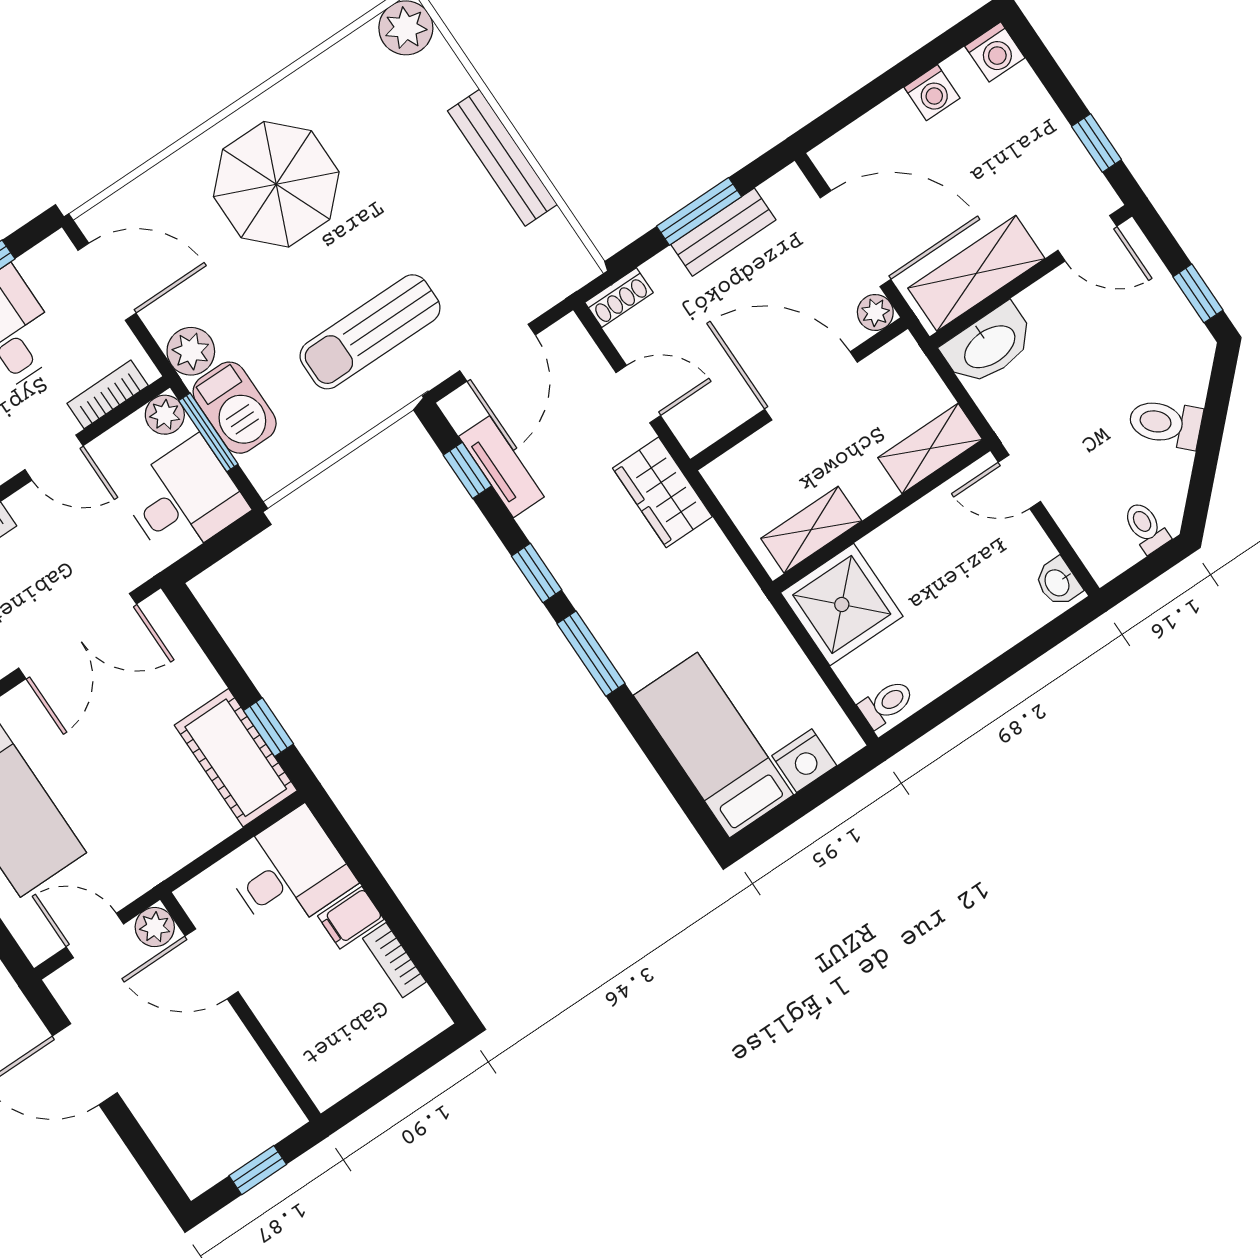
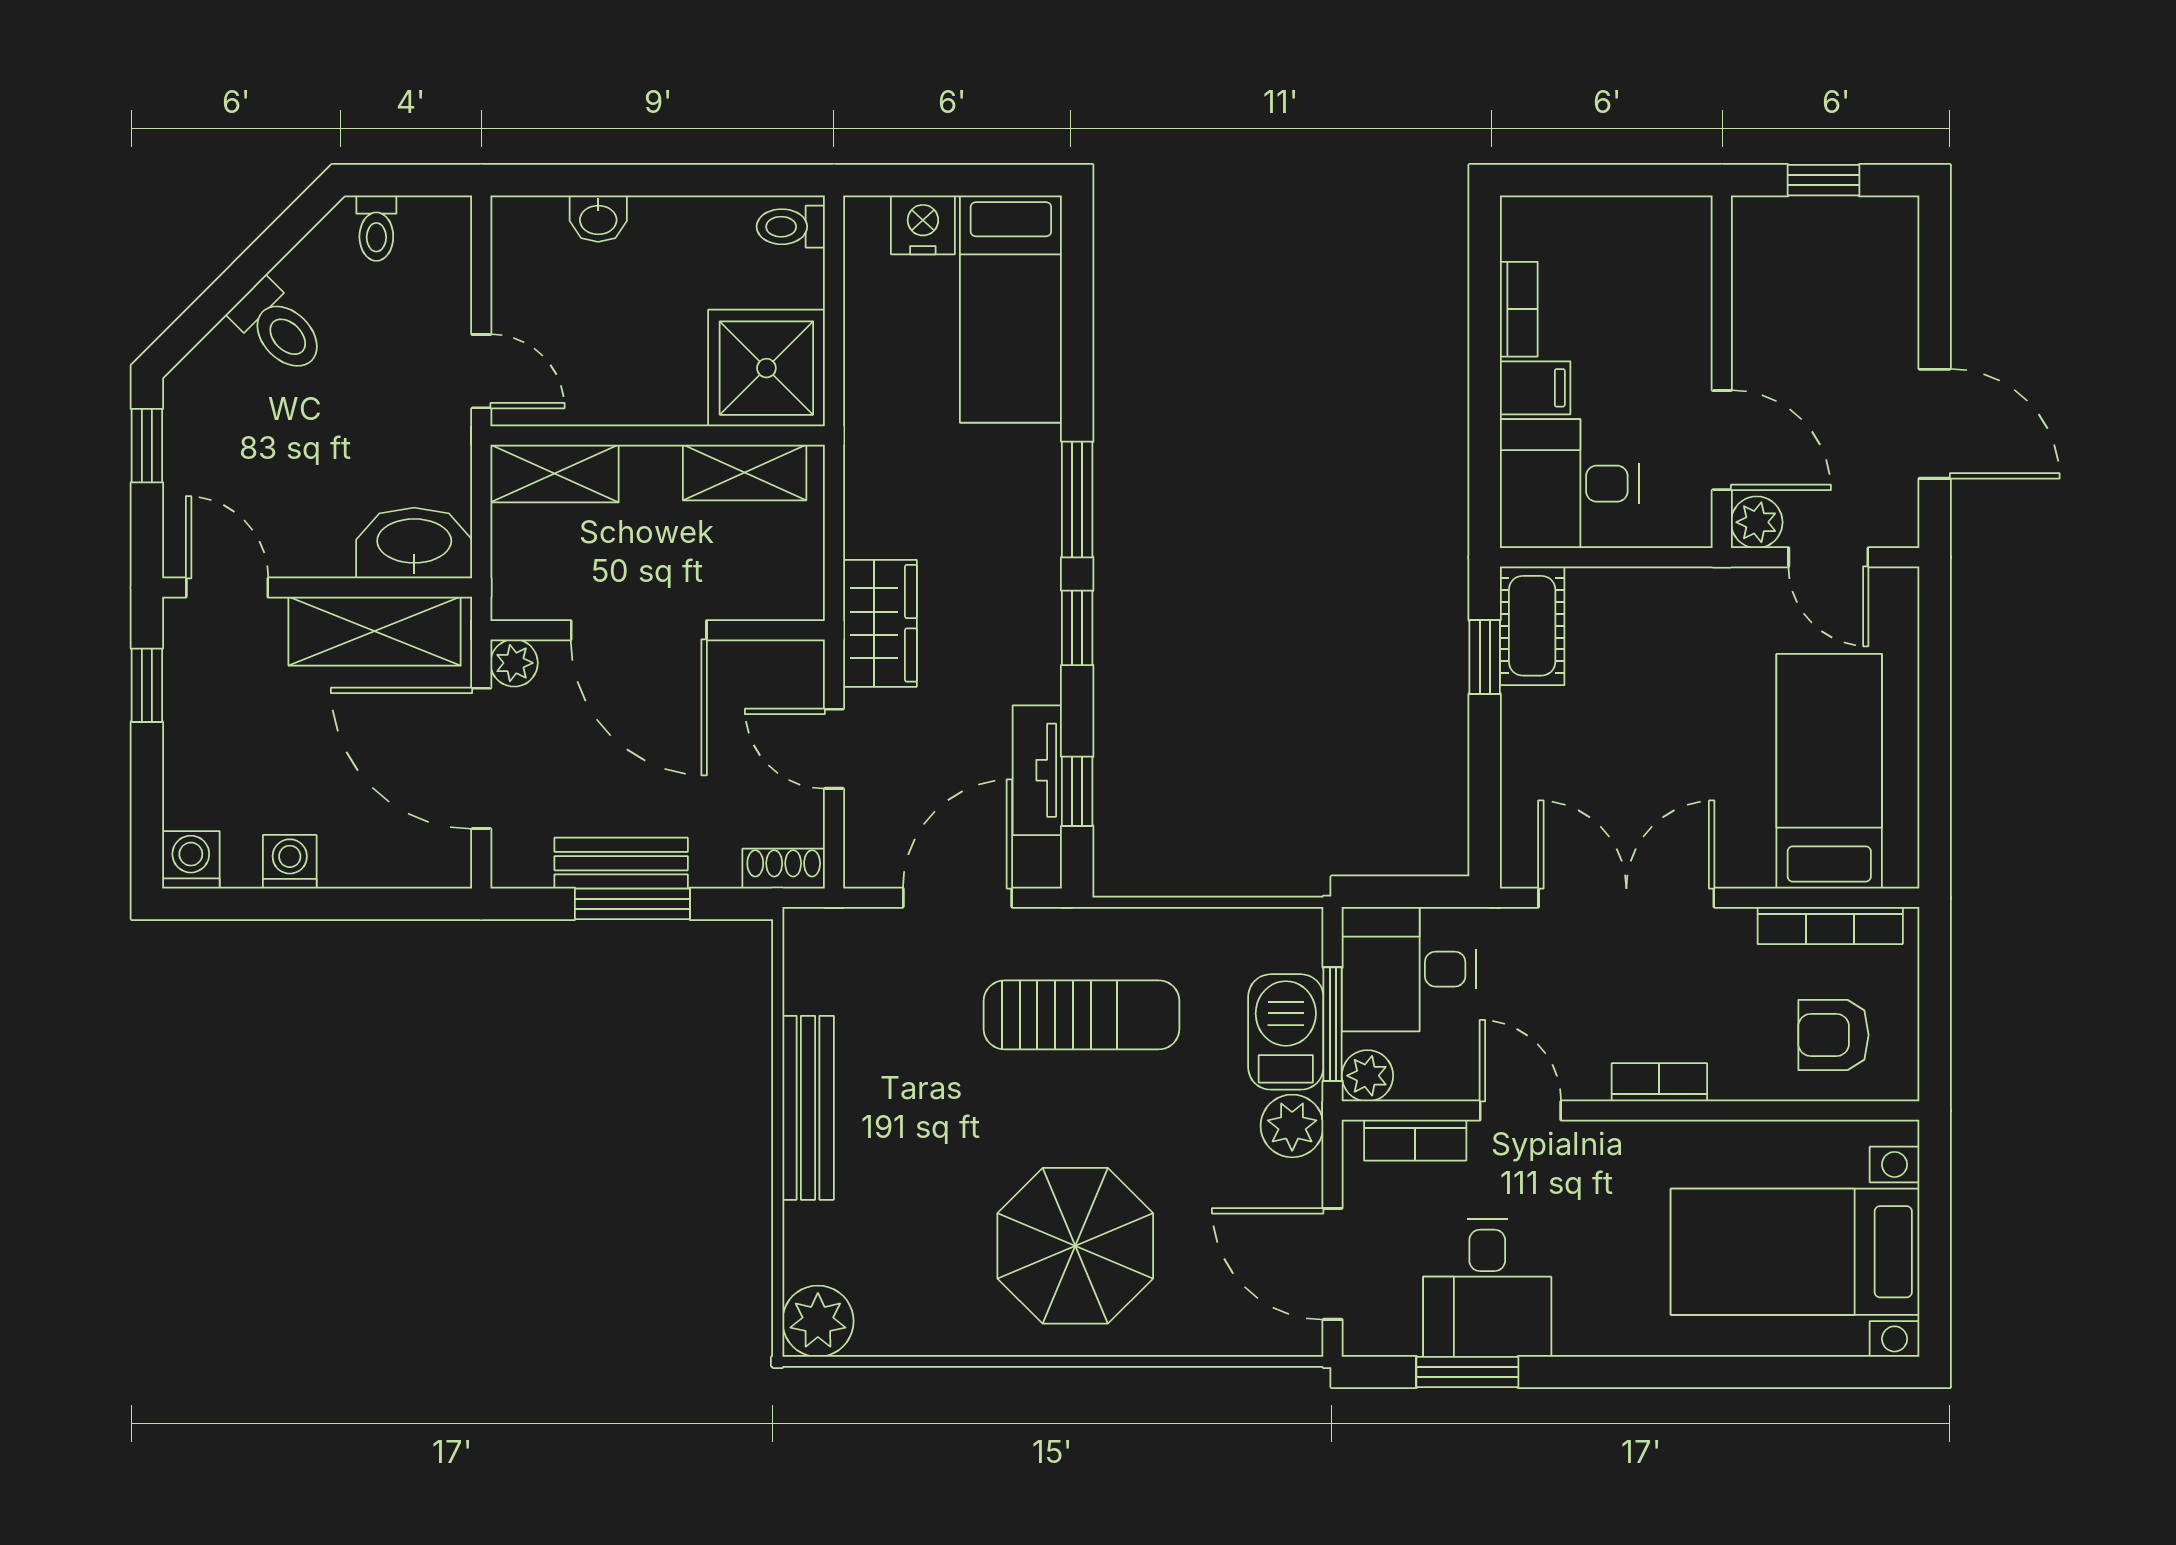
washbasin: (1058, 582) -> (598, 219), moved, turned 90
cot: (236, 758) -> (1532, 626), width x0.73, depth x0.75

